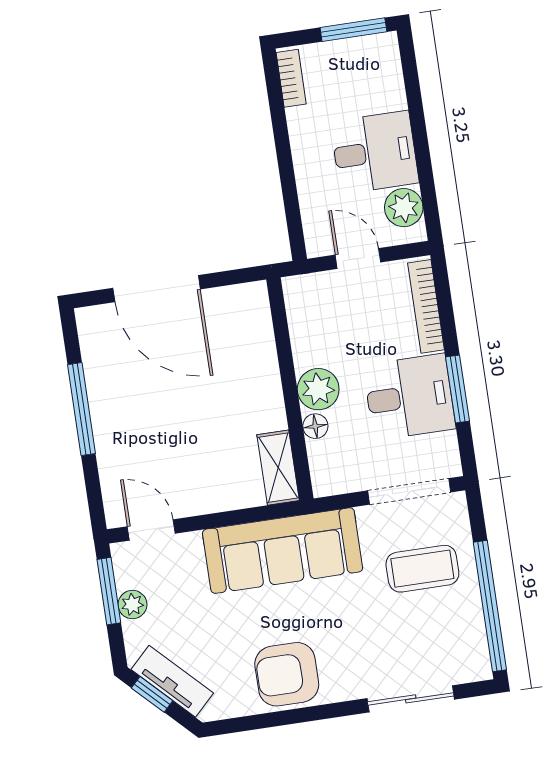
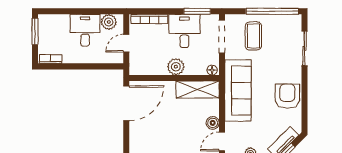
door: (157, 289) -> (126, 103), moved
window: (458, 389) -> (197, 11), moved
floor lamp: (315, 426) -> (212, 70), moved
shelving: (278, 468) -> (198, 89), width x1.50, depth x1.33
boiler: (194, 500) -> (213, 123), added
armchair: (287, 674) -> (287, 96), turned 180

